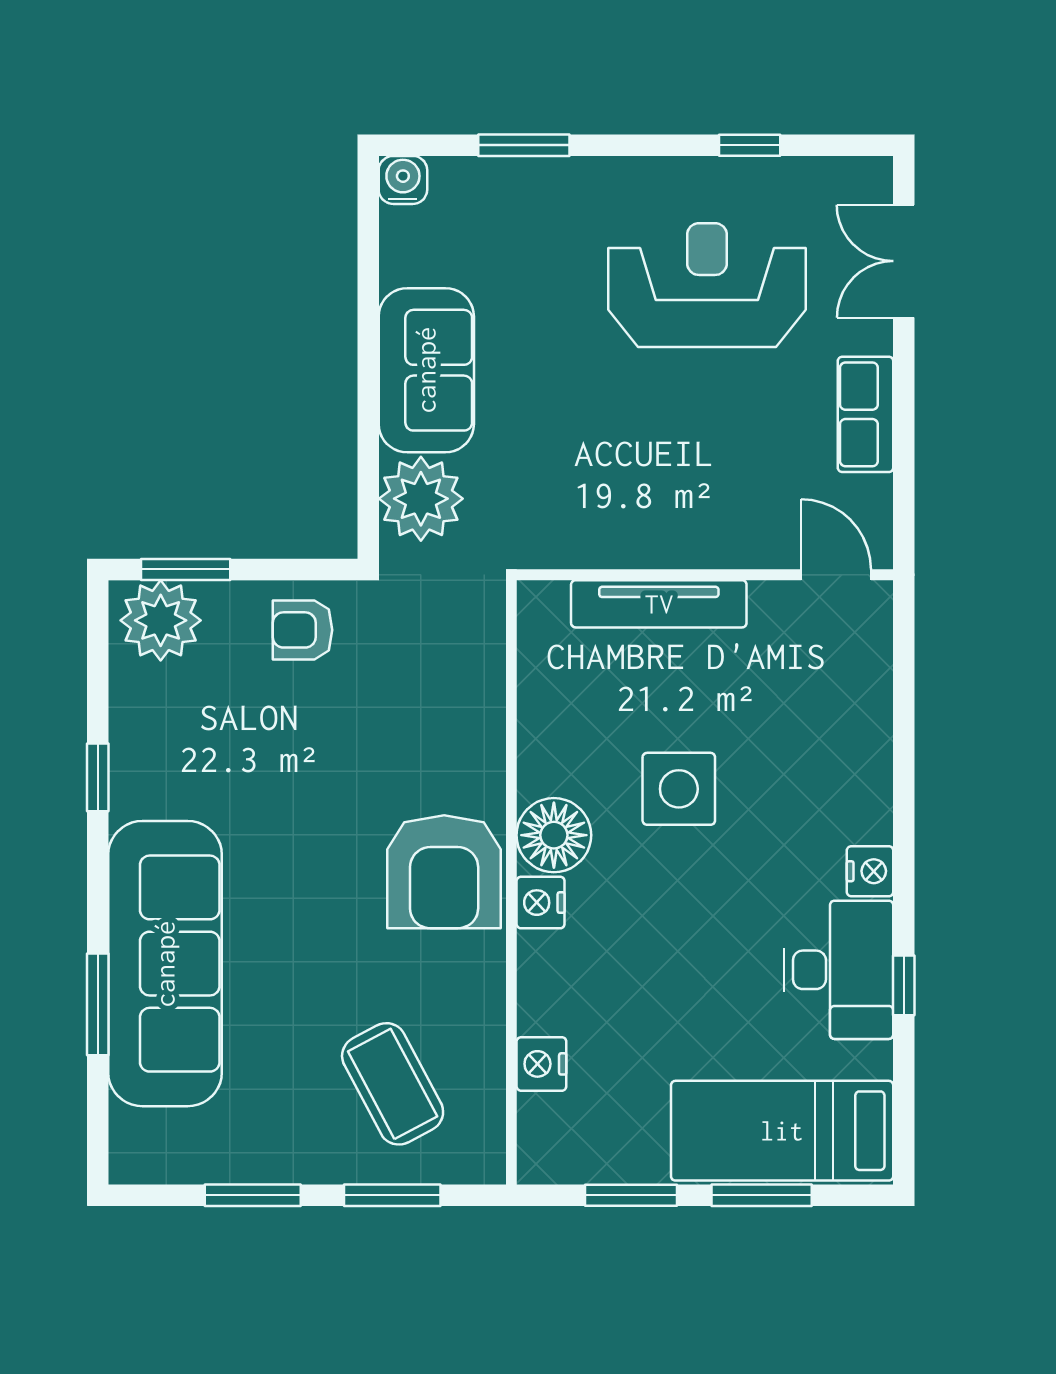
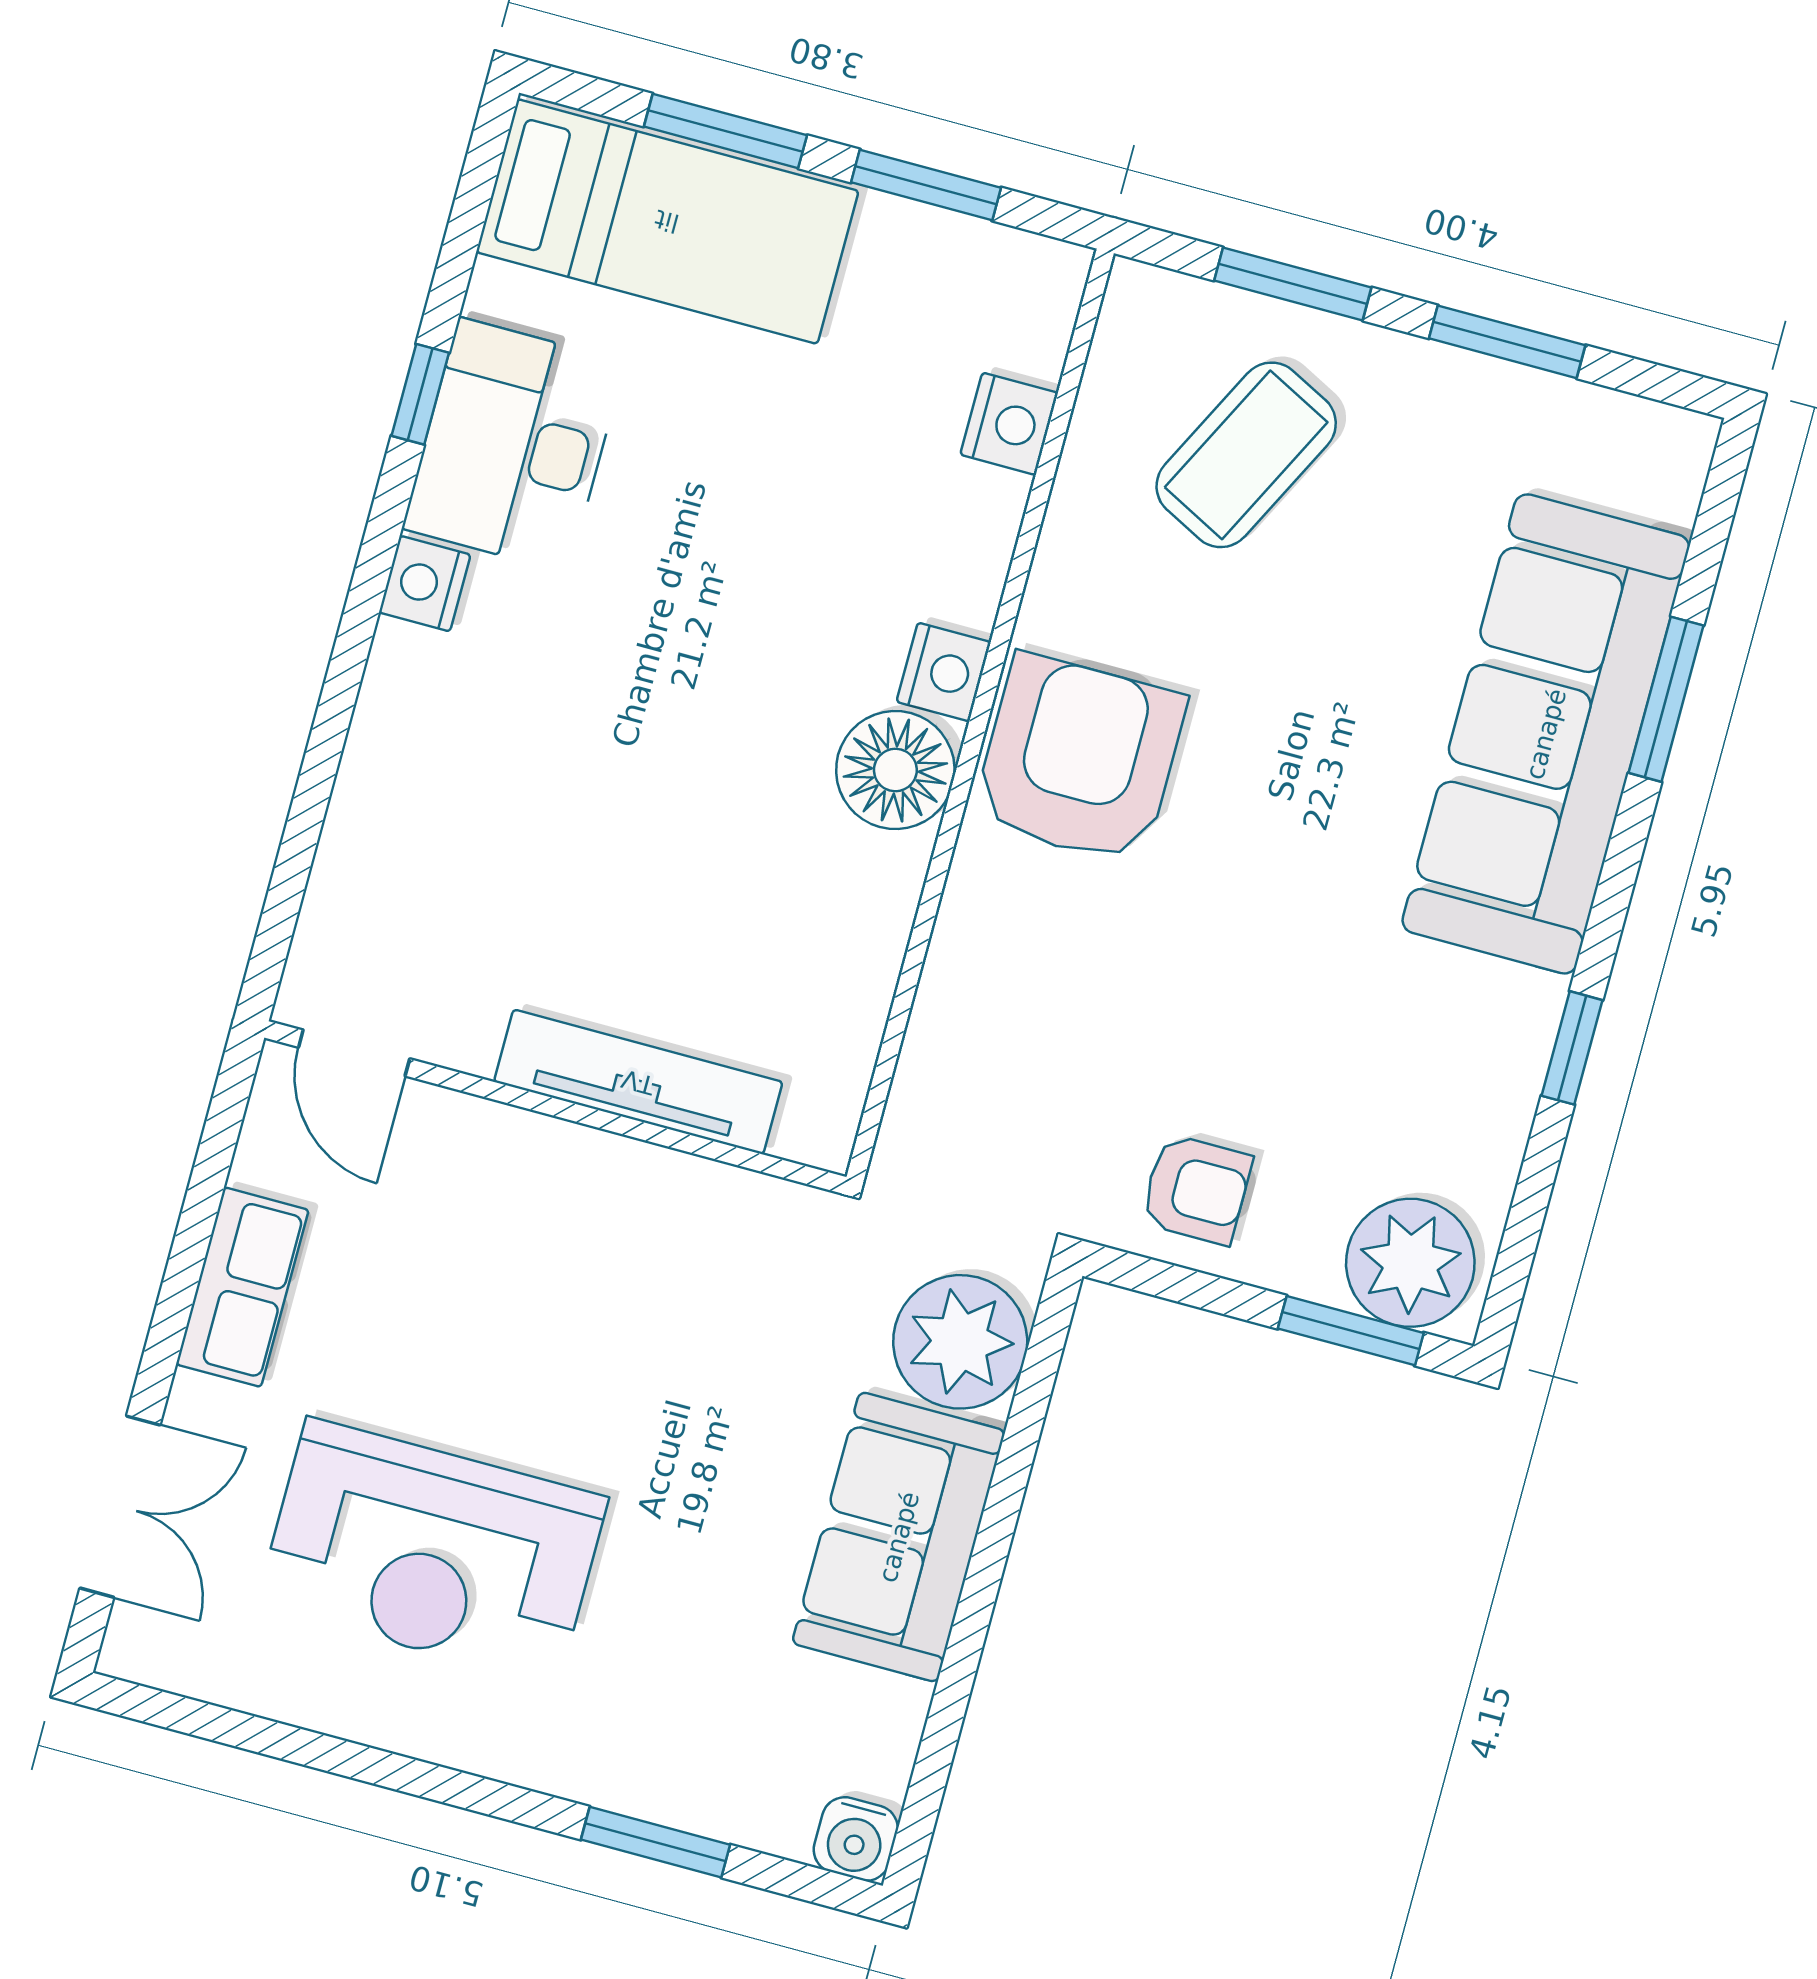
window: (750, 145) -> (309, 1749), removed
side table: (679, 789) -> (684, 789), removed
coffee table: (393, 1084) -> (1246, 455), turned 55

